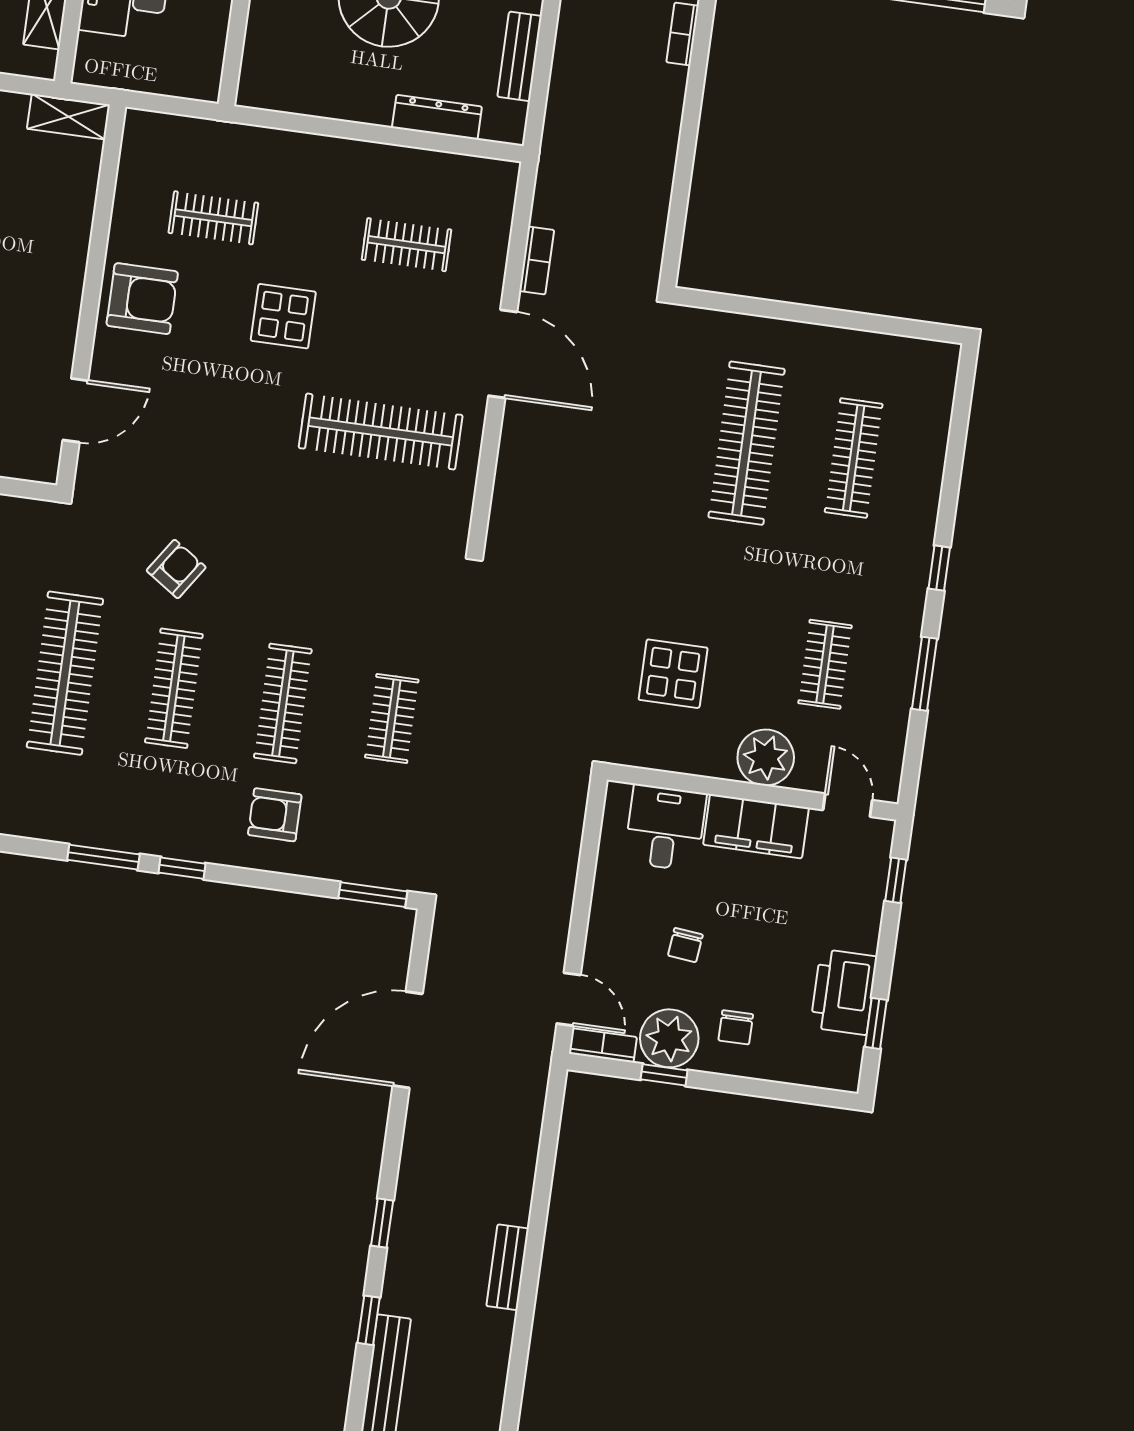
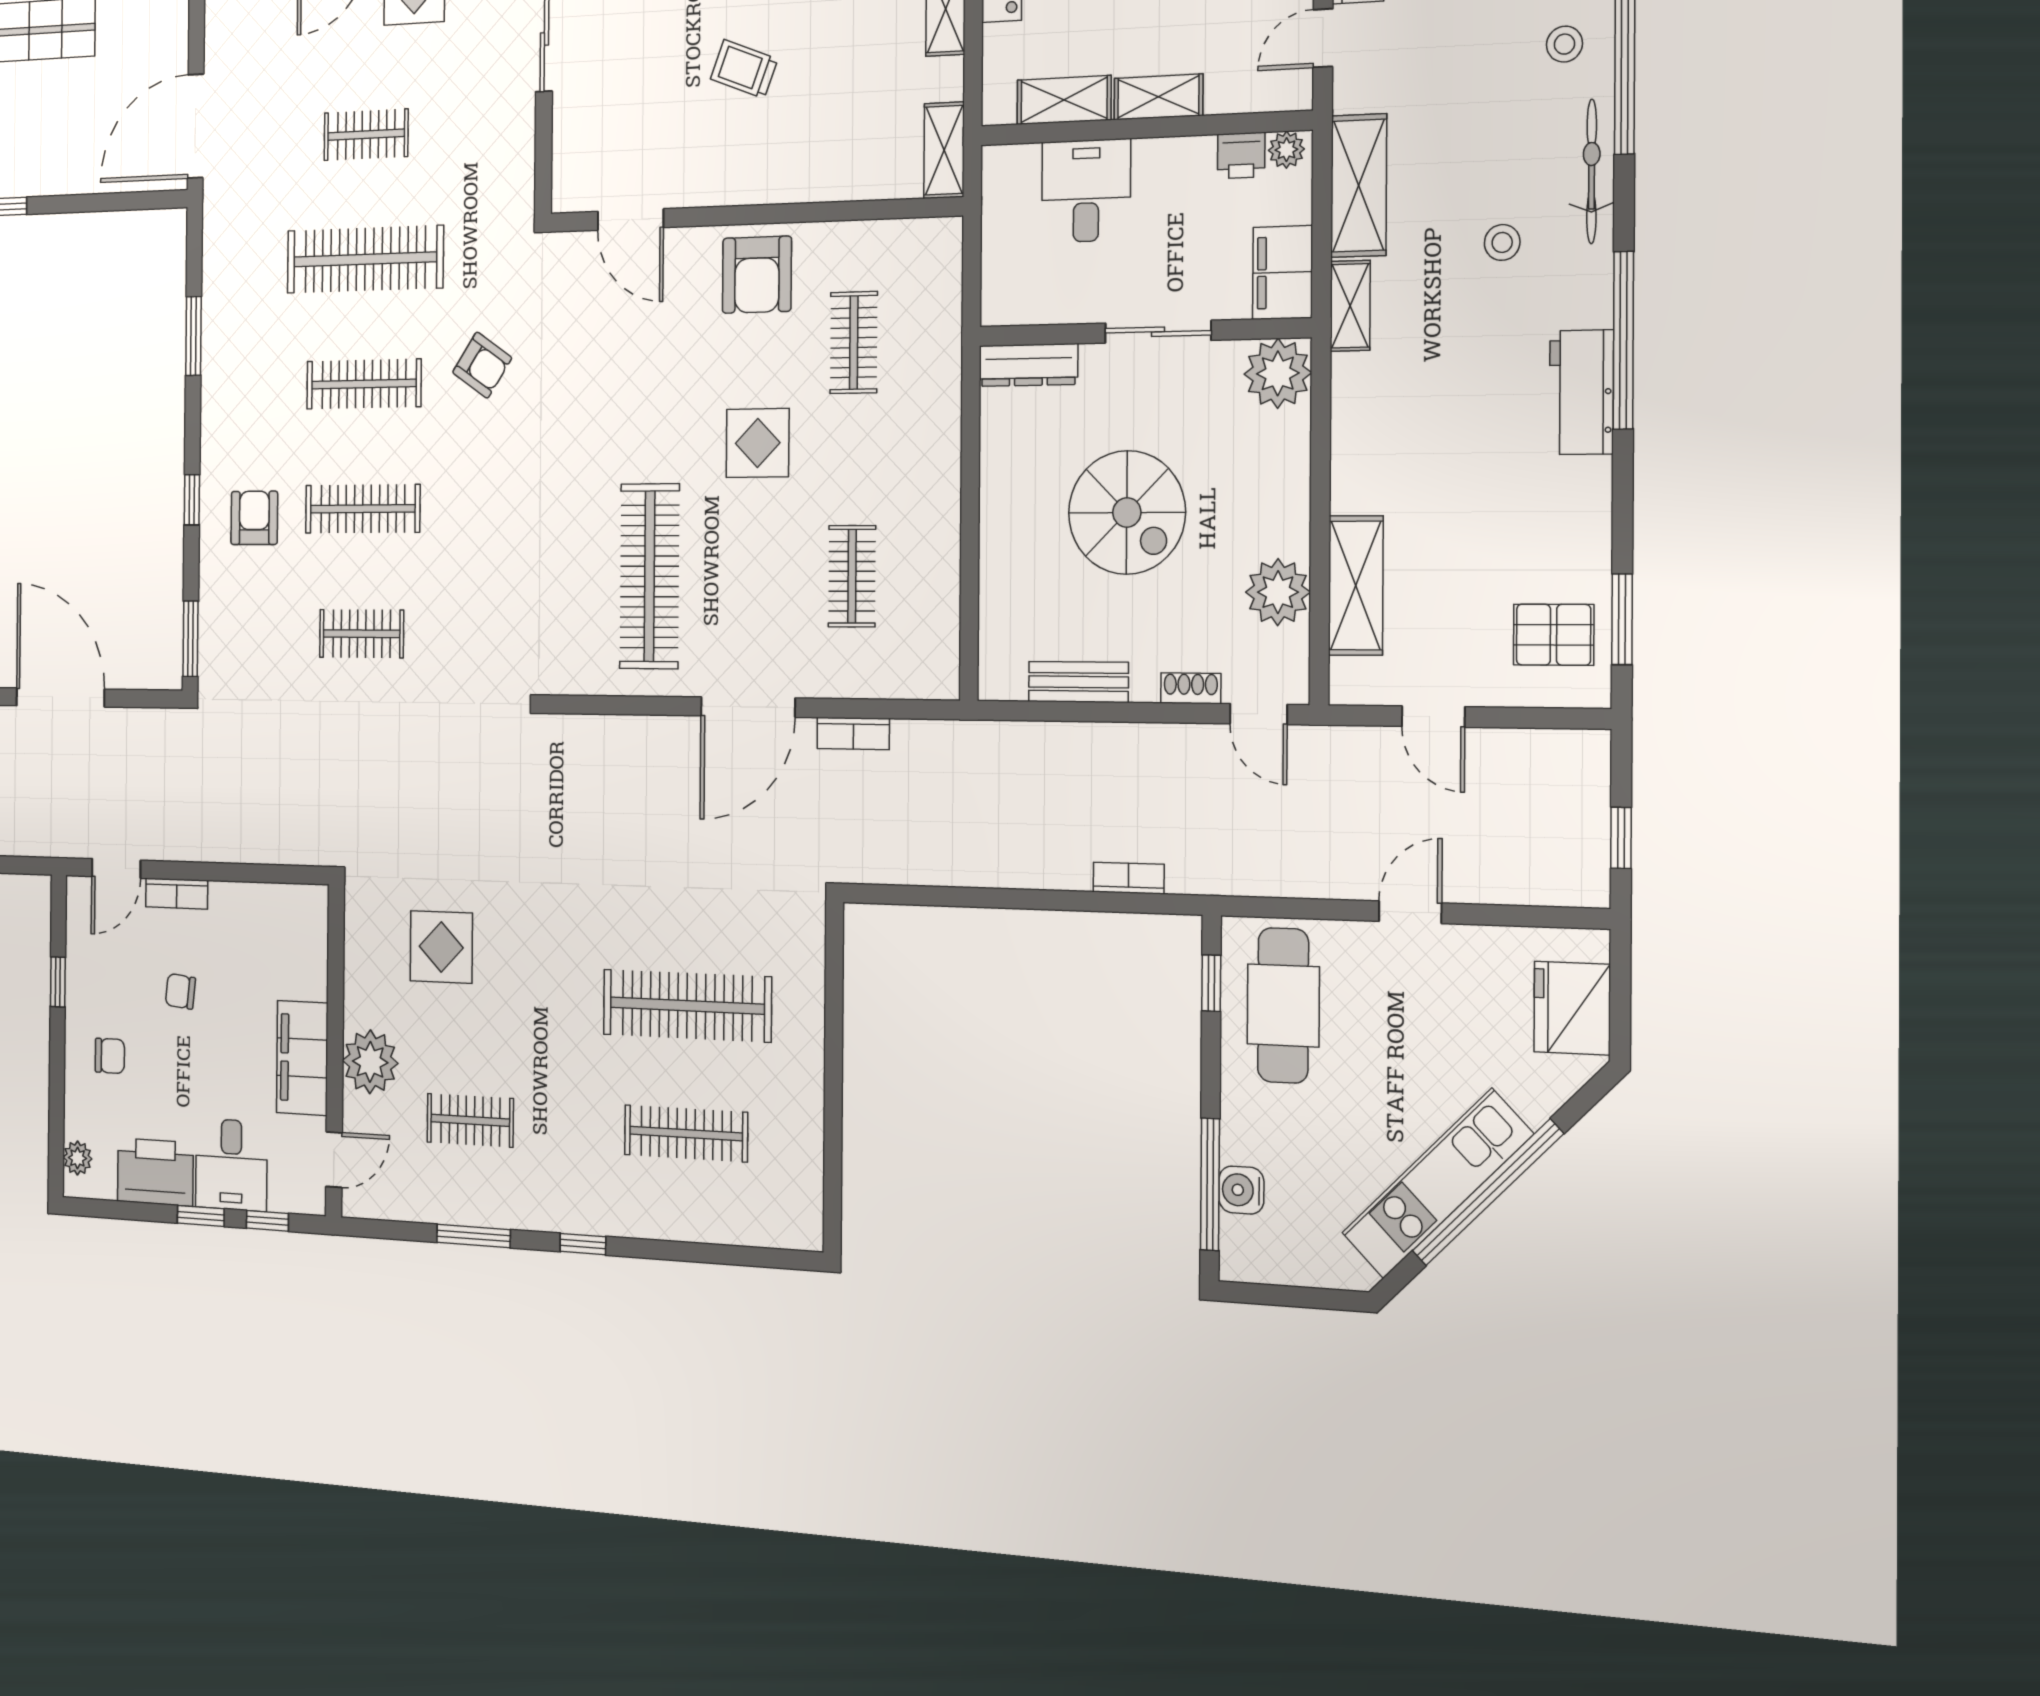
dresser: (437, 117) -> (1028, 365), moved, turned 90
desk: (665, 828) -> (231, 1165), moved, turned 90
window: (182, 868) -> (192, 500), moved
window: (876, 1023) -> (201, 1216), moved
chair: (736, 1027) -> (110, 1056), turned 180
plant: (669, 1038) -> (78, 1158), moved, width x0.53, depth x0.53
bookcase: (603, 1045) -> (177, 894), moved, turned 90

